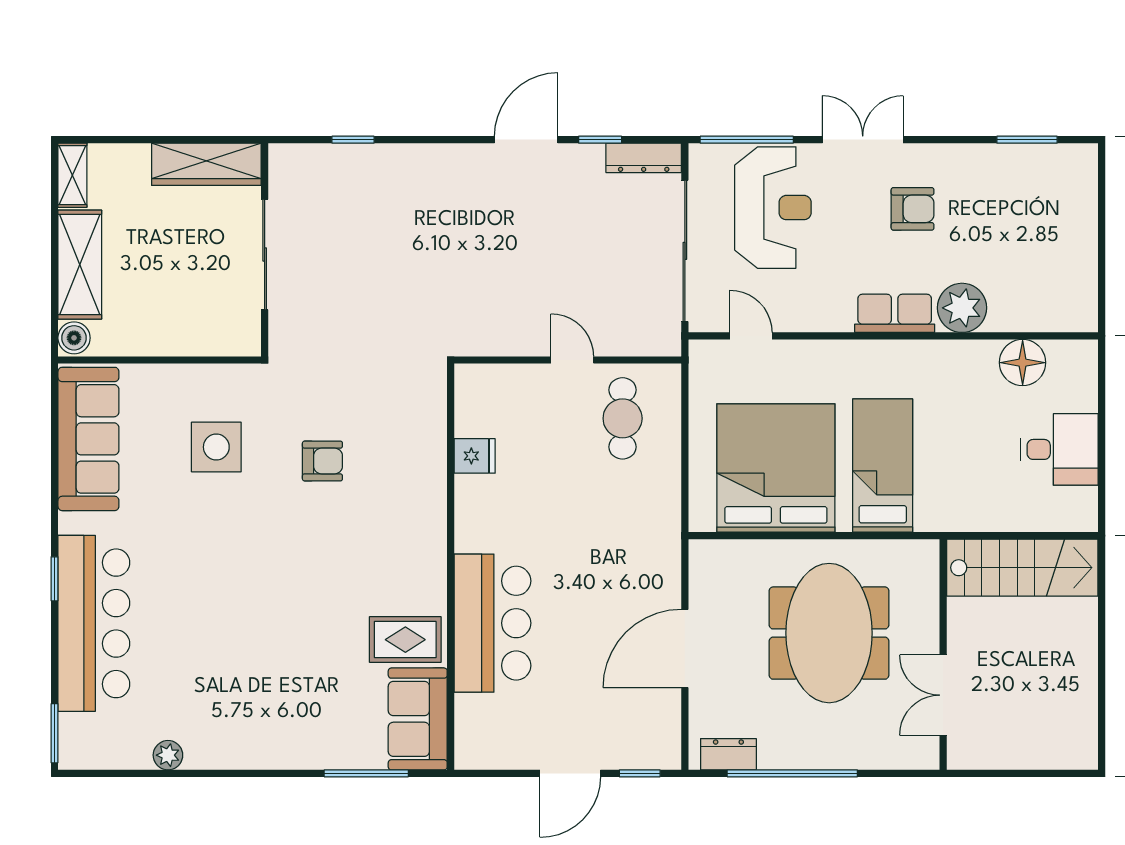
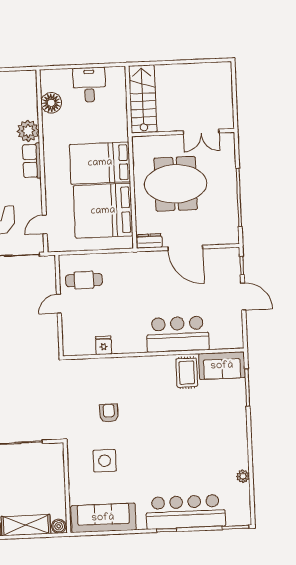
bed: (883, 466) -> (100, 163), width x1.50
dresser: (728, 754) -> (149, 241), moved, turned 90

